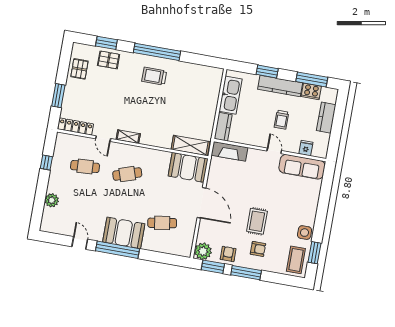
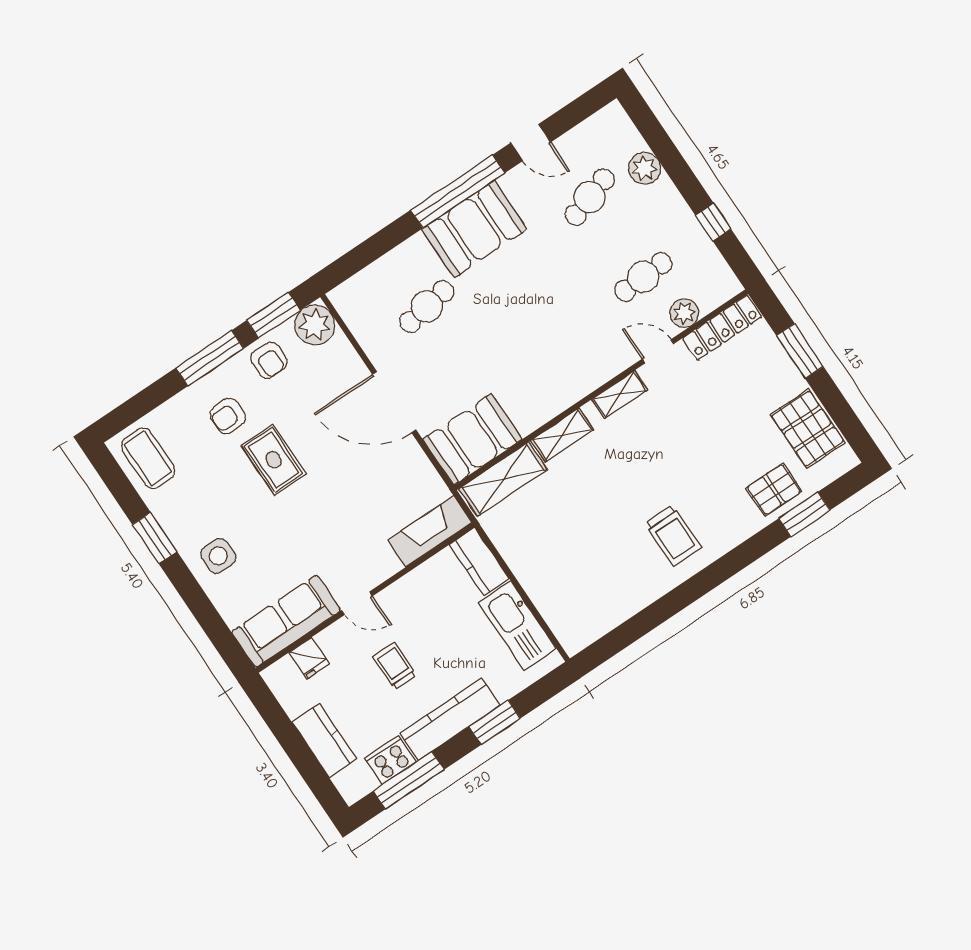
window: (157, 52) -> (707, 580), removed
pallet: (79, 69) -> (808, 429), width x1.50, depth x1.42
trolley: (154, 76) -> (673, 536), turned 90
shelving: (159, 141) -> (562, 435), added
plant: (83, 143) -> (684, 313), added
cafe table: (127, 174) -> (590, 197), moved
side table: (305, 233) -> (218, 556), moved
window: (314, 253) -> (155, 538), moved

